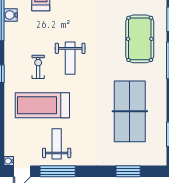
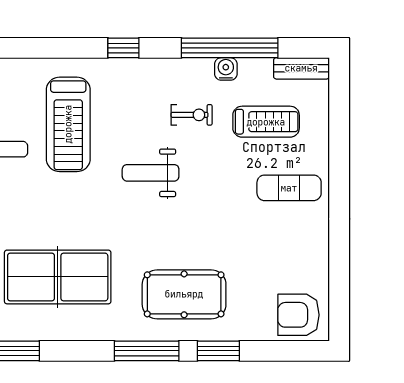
exercise bike: (38, 67) -> (192, 115), moved
treadmill: (42, 105) -> (68, 124), turned 180

